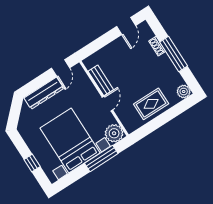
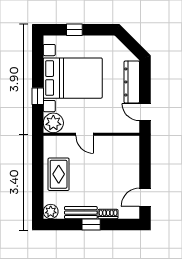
door: (126, 26) -> (145, 197), hinge flipped
window: (174, 54) -> (91, 224), width x0.46
bench: (101, 80) -> (81, 213), moved
window: (101, 158) -> (38, 96), width x0.46

